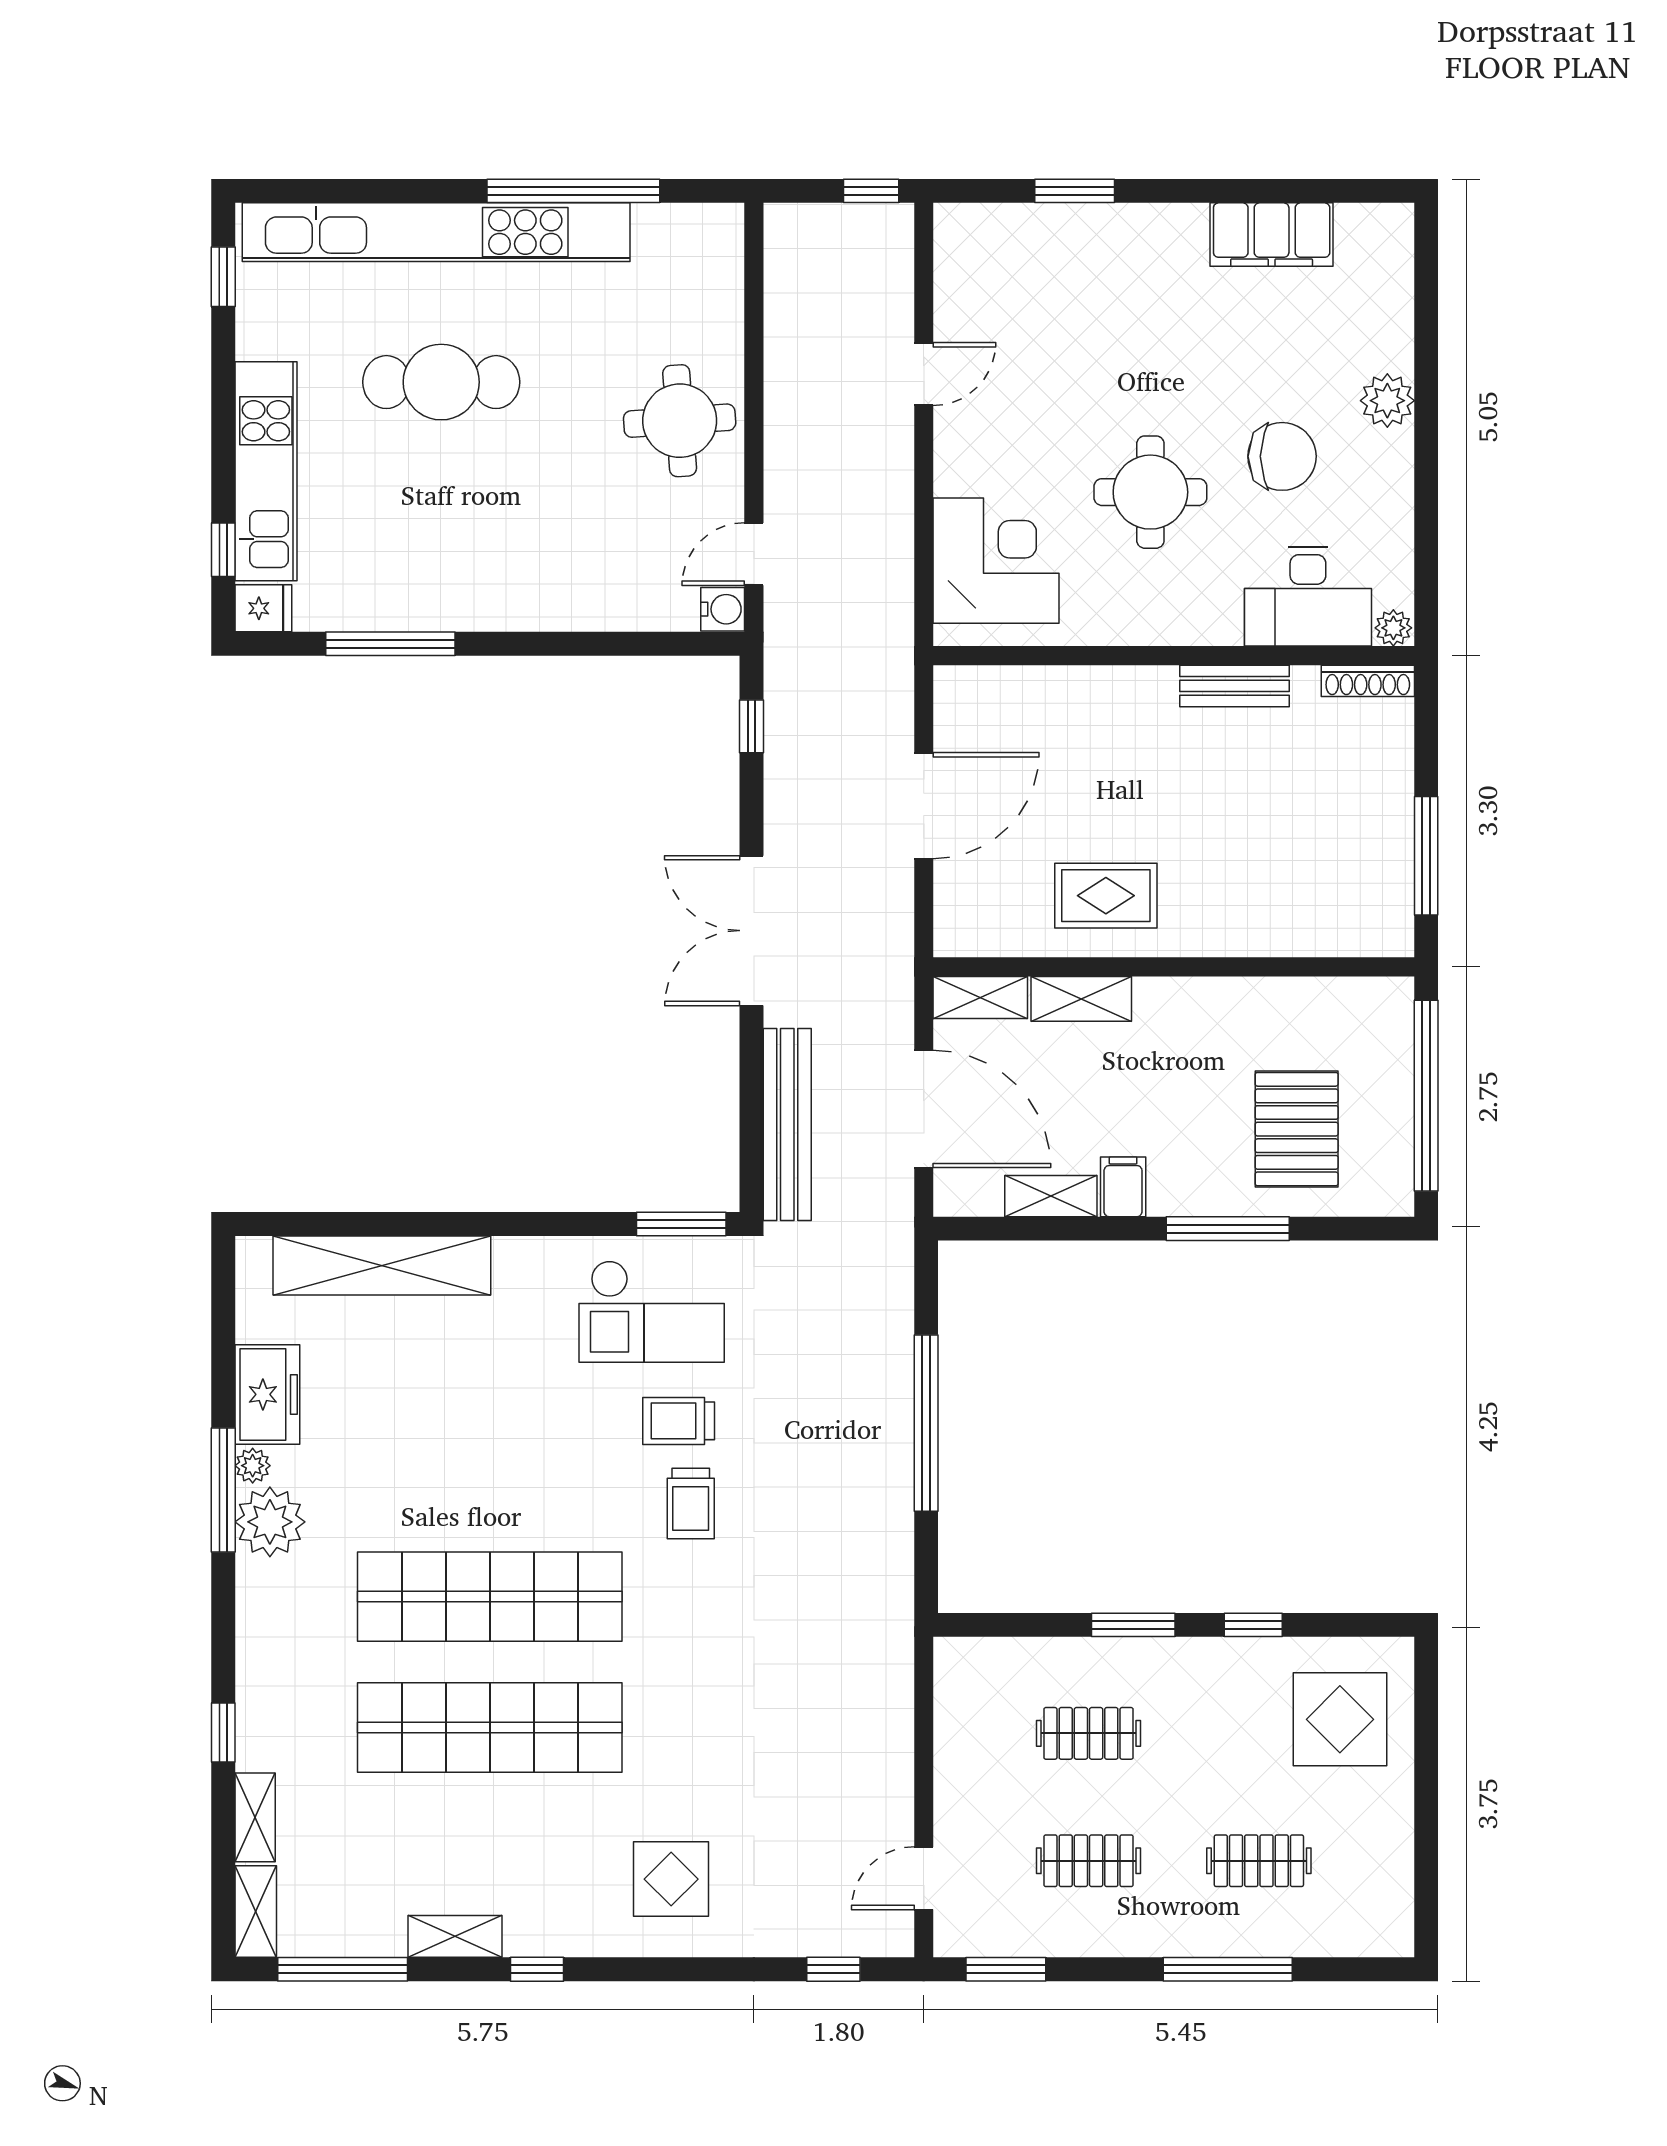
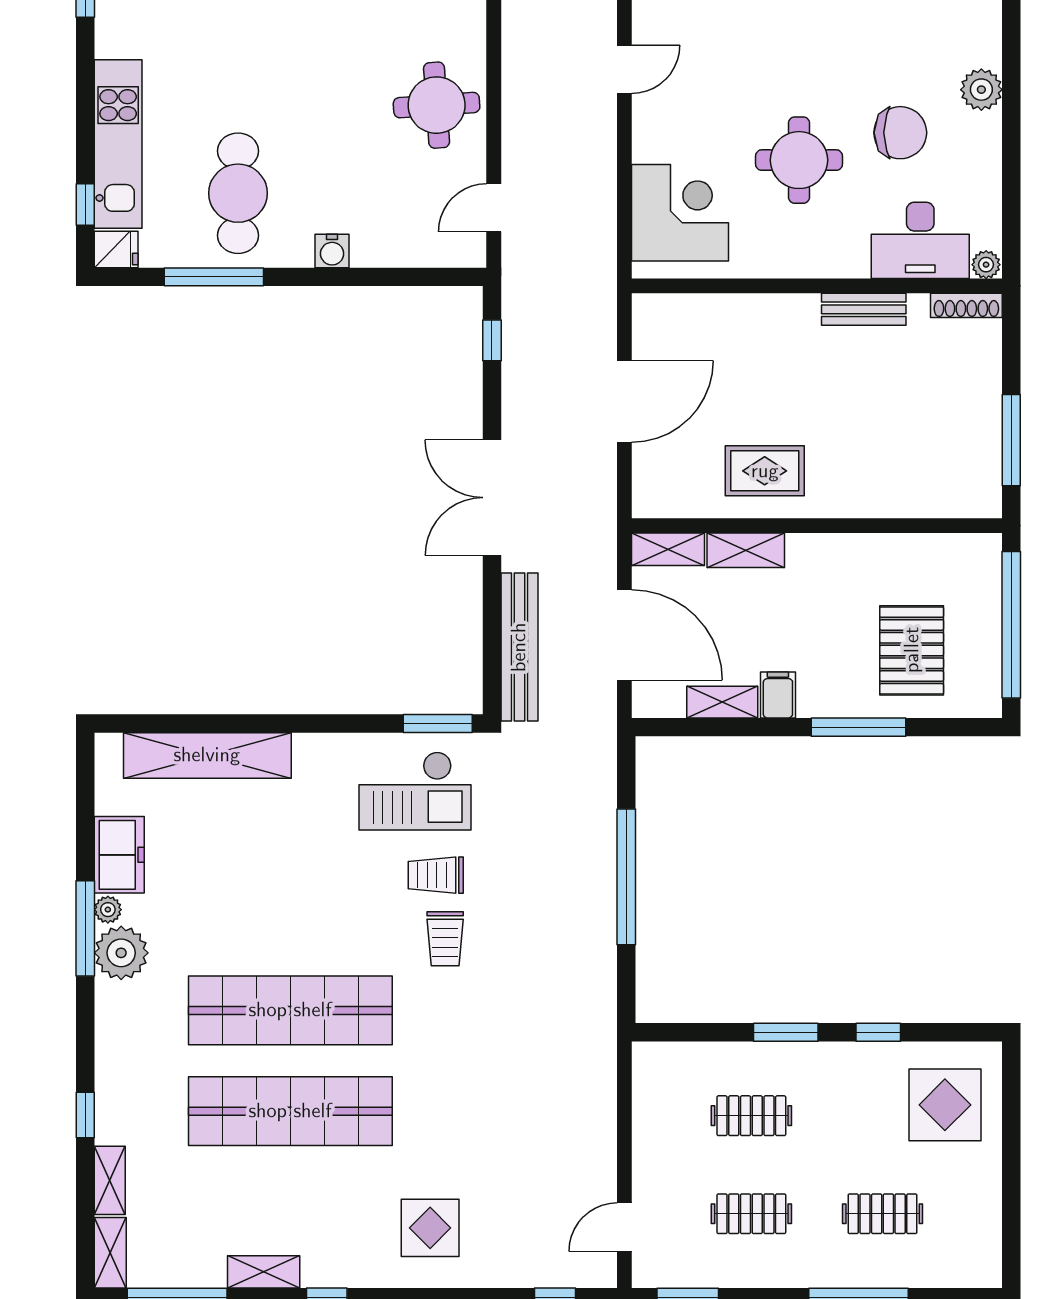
cafe table: (441, 382) -> (238, 193), moved, turned 90
water cooler: (723, 609) -> (332, 251), moved, turned 90

